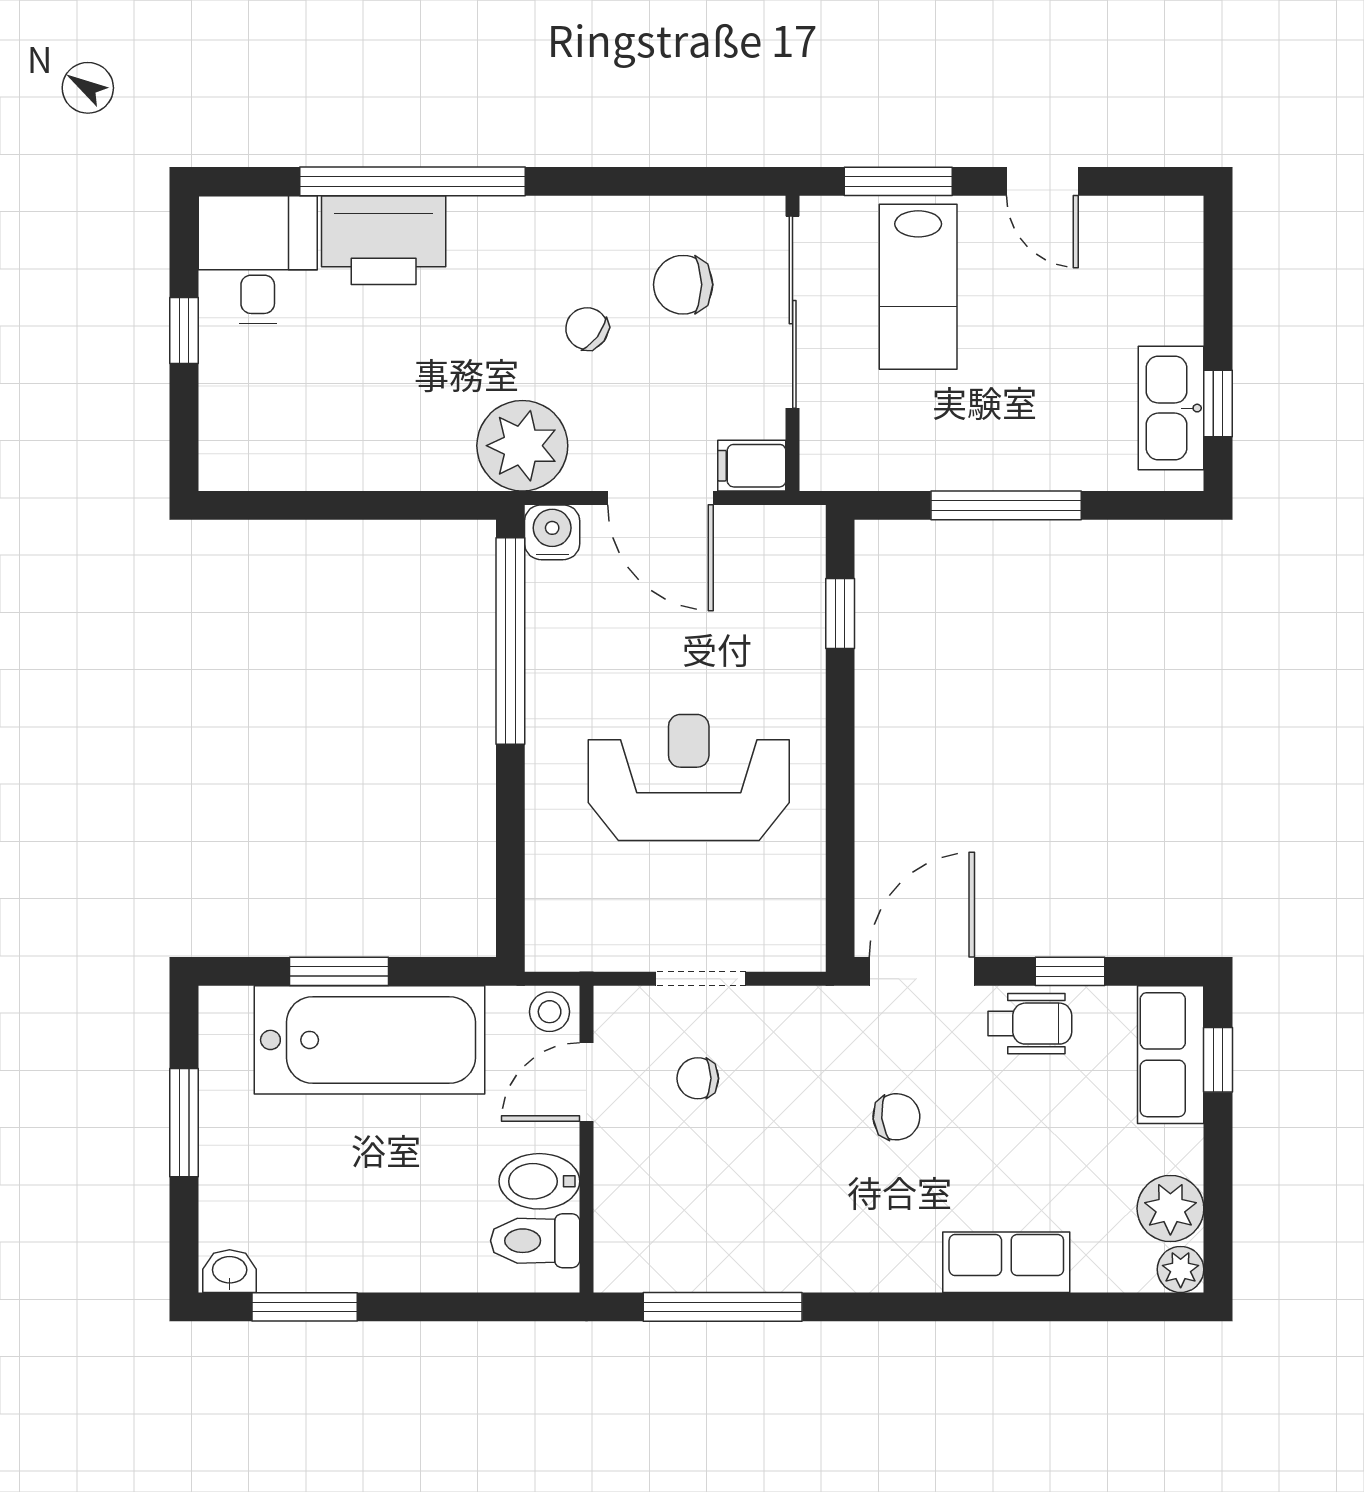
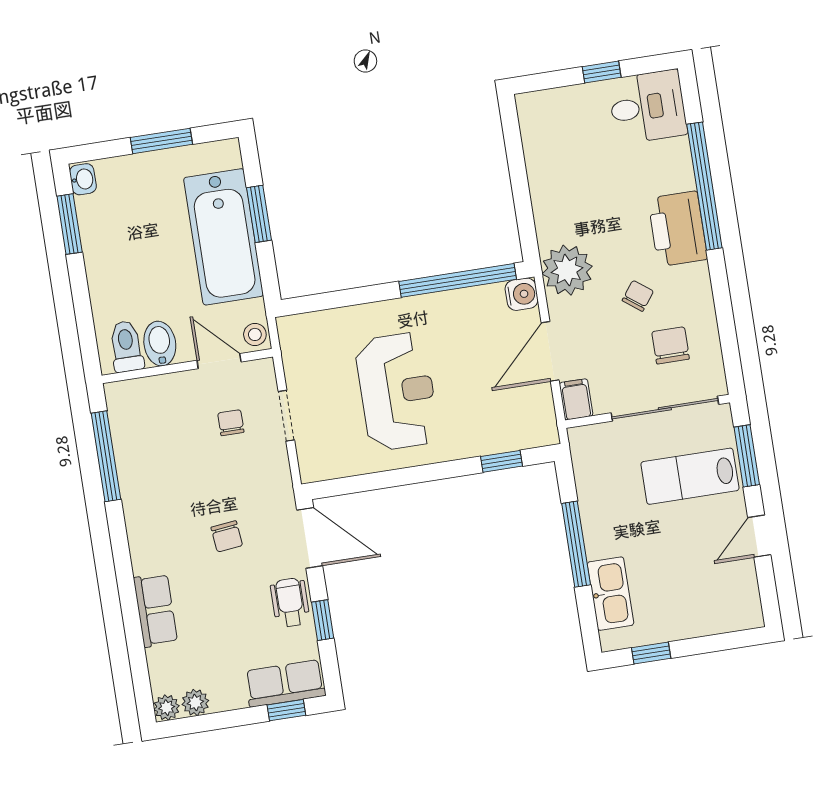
printer: (384, 240) -> (678, 229), moved
kitchen sink: (1171, 408) -> (610, 594), moved, turned 90
wheelchair: (1030, 1024) -> (290, 602), turned 180
plant: (1170, 1209) -> (195, 702), width x0.73, depth x0.73

